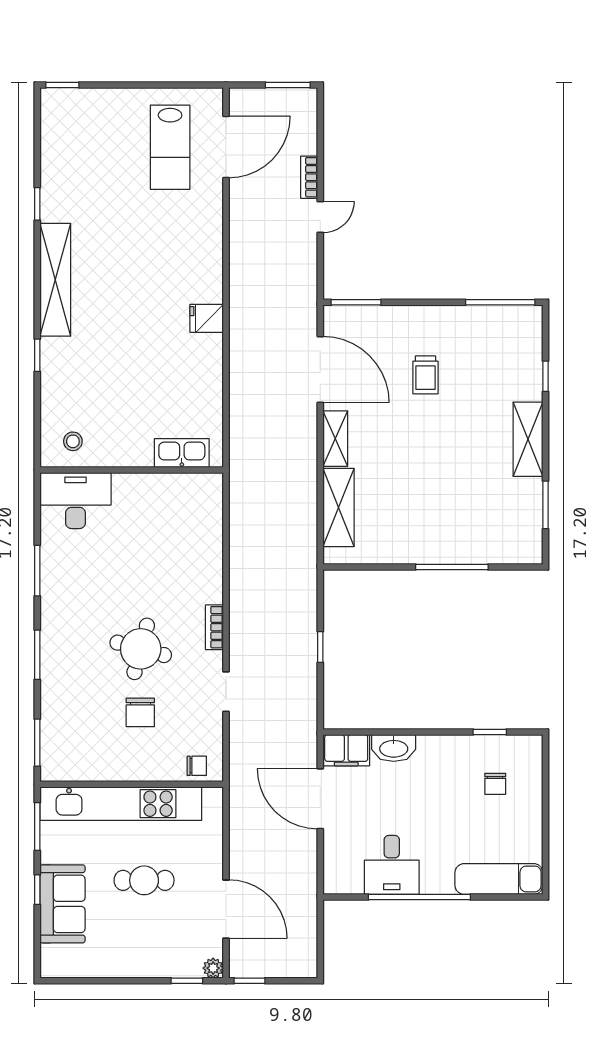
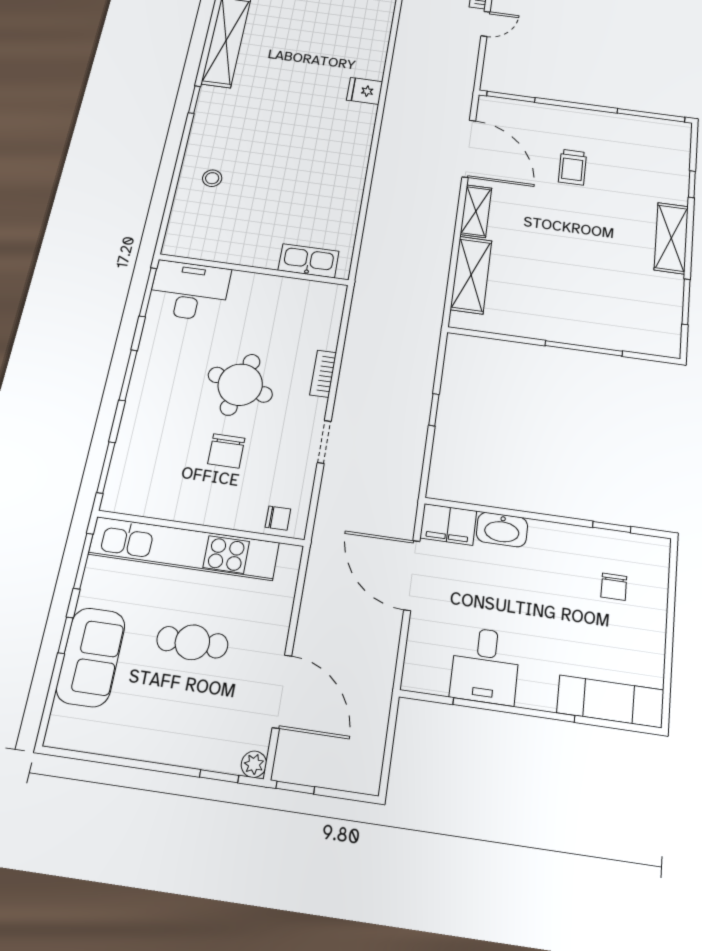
kitchen sink: (182, 453) -> (309, 261), moved
wall: (132, 470) -> (254, 270), moved
desk: (75, 501) -> (189, 291), moved

